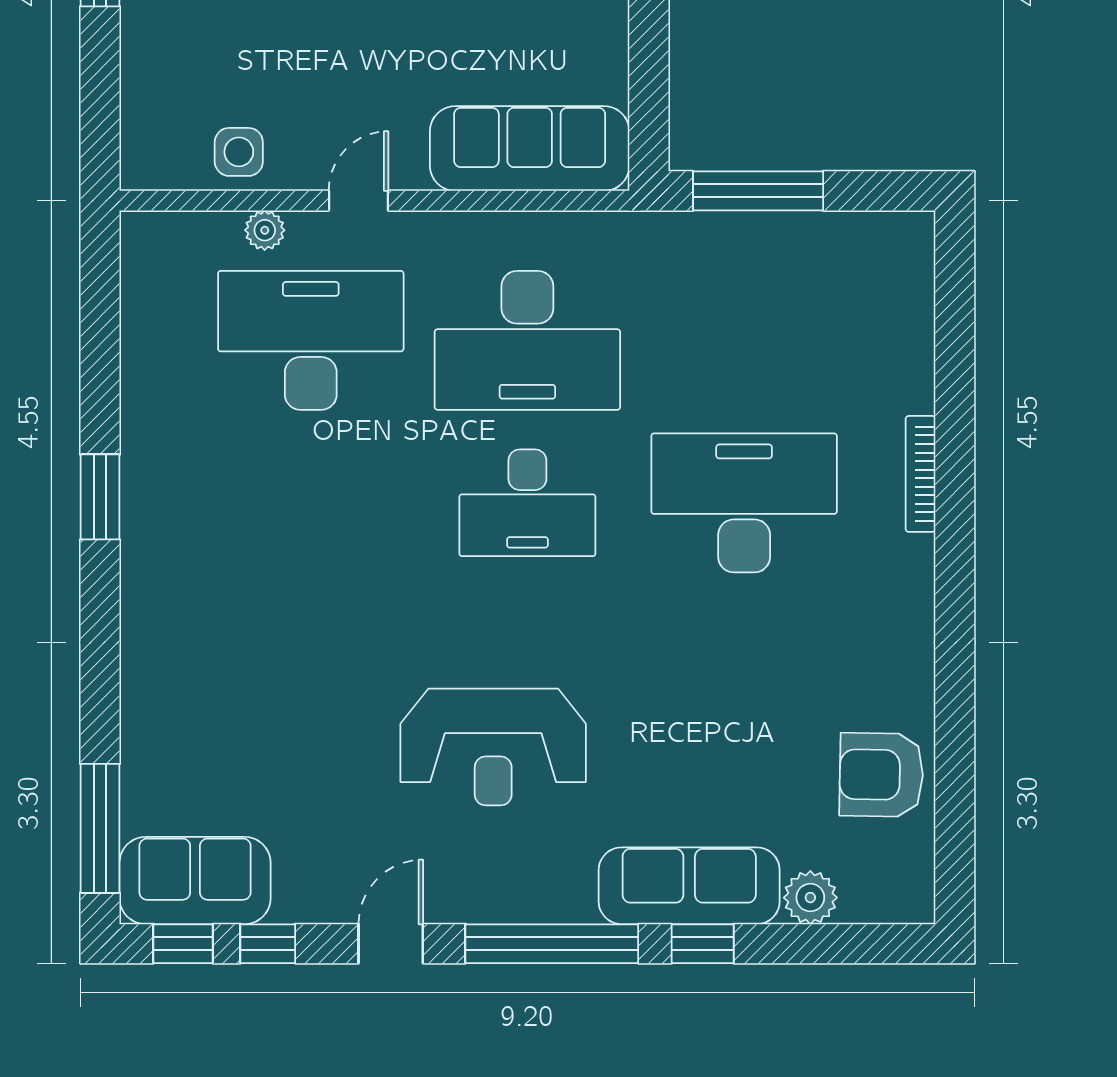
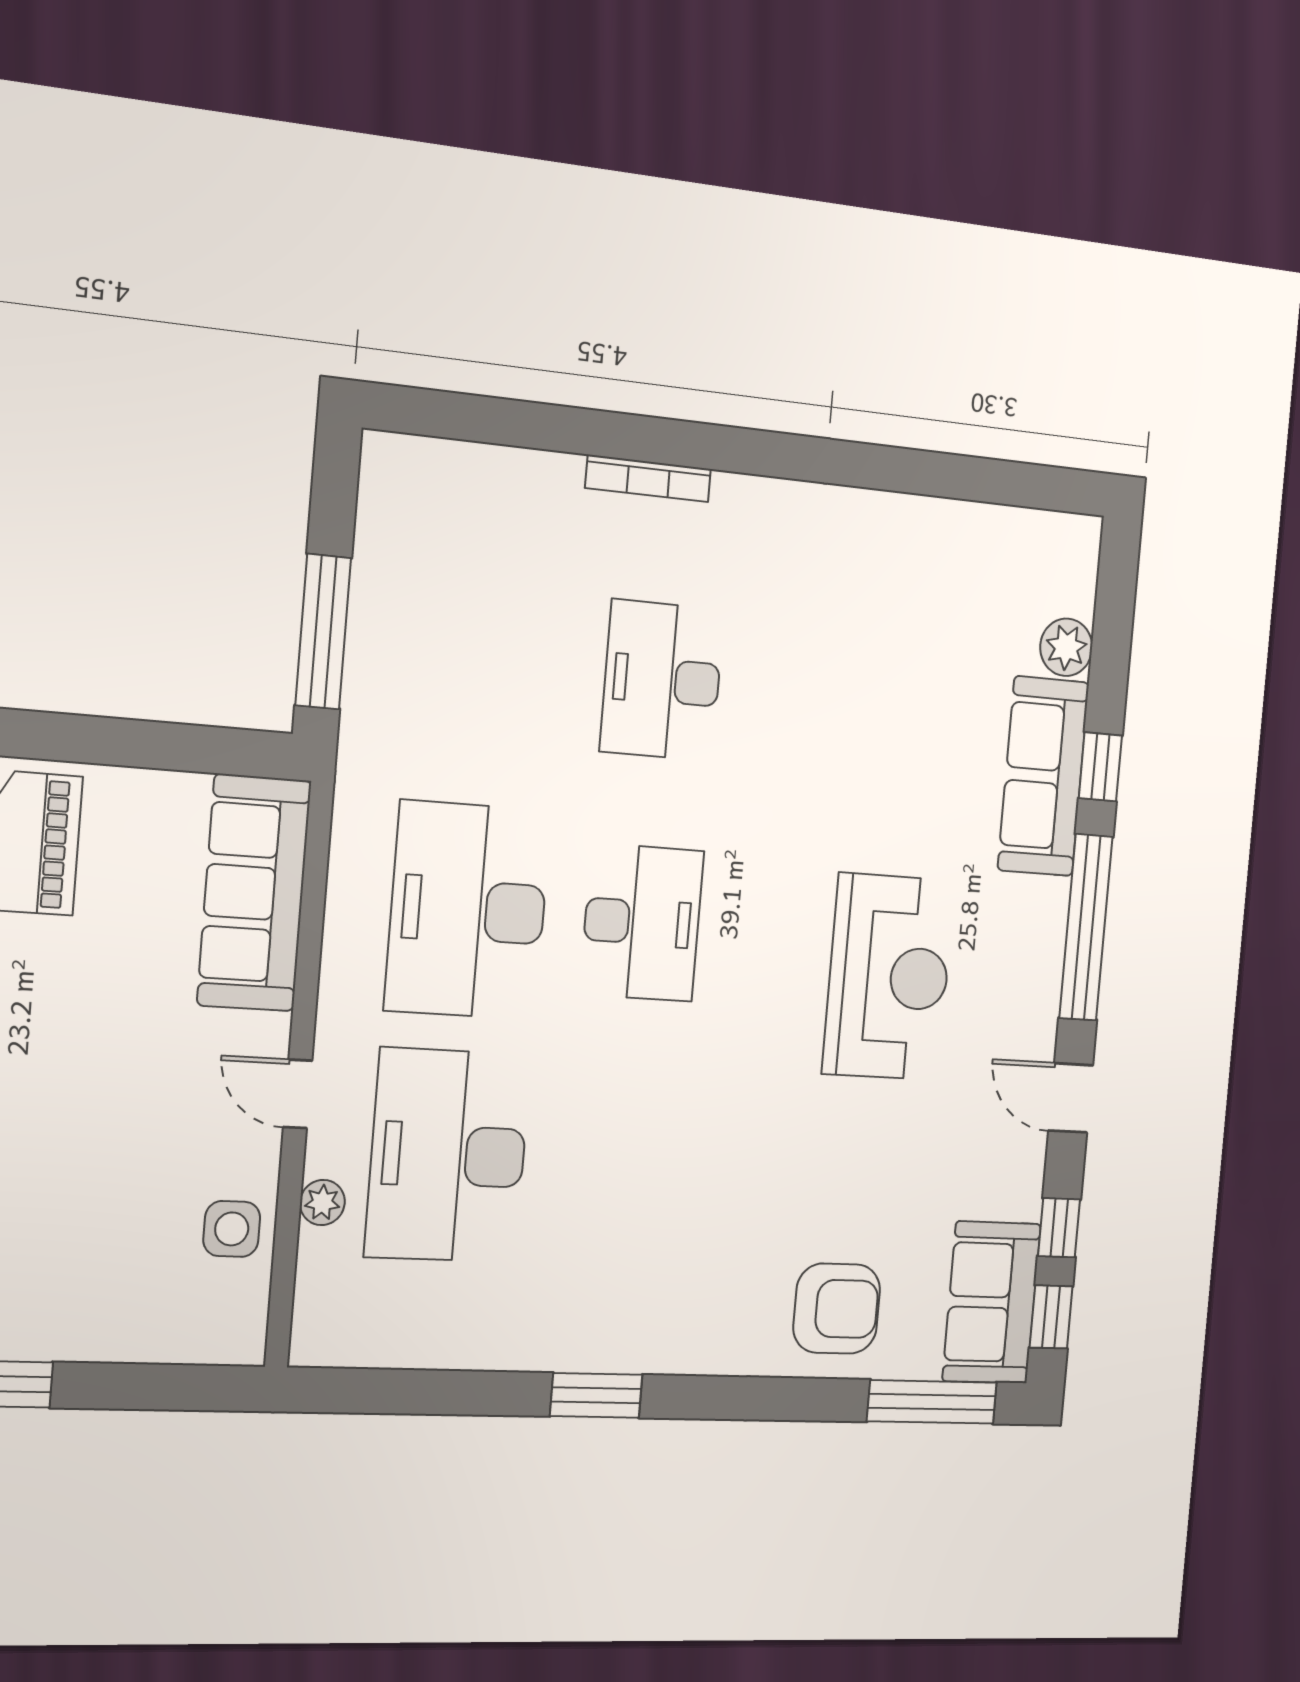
desk: (527, 340) -> (468, 910), turned 180
desk: (744, 503) -> (662, 680), width x0.73, depth x0.77
armchair: (881, 775) -> (837, 1309), moved, turned -91

